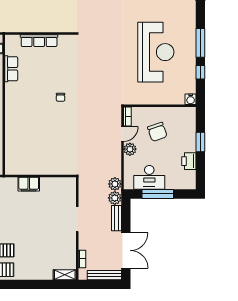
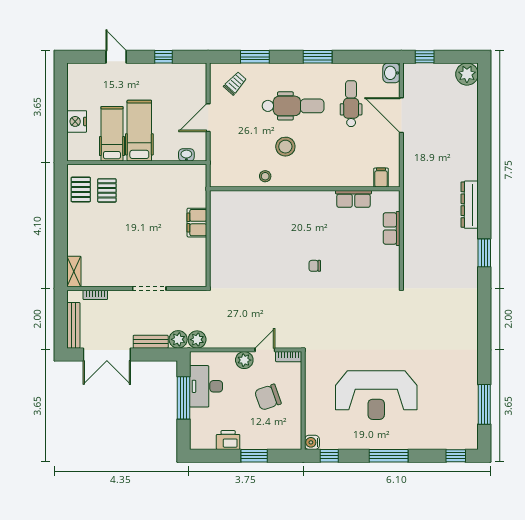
row of seats: (39, 41) -> (392, 228), width x0.68
window: (200, 72) -> (329, 456), moved
door: (122, 134) -> (265, 350), swing flipped

